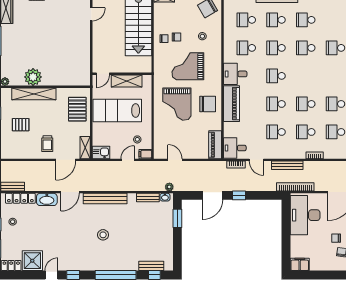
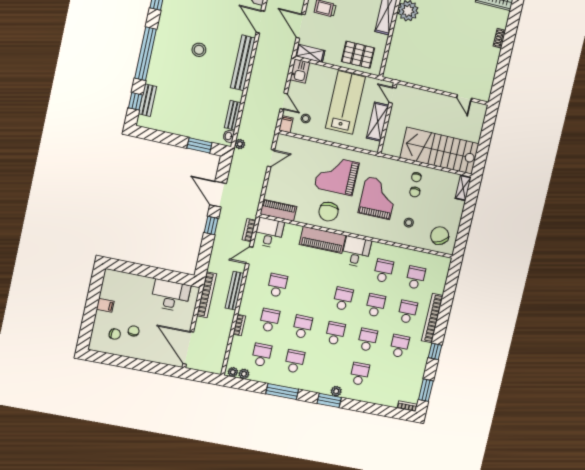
school desk: (276, 104) -> (335, 333), moved
desk: (305, 215) -> (171, 296), width x0.73, depth x0.77
filing cabinet: (300, 264) -> (105, 305), moved, width x0.50

